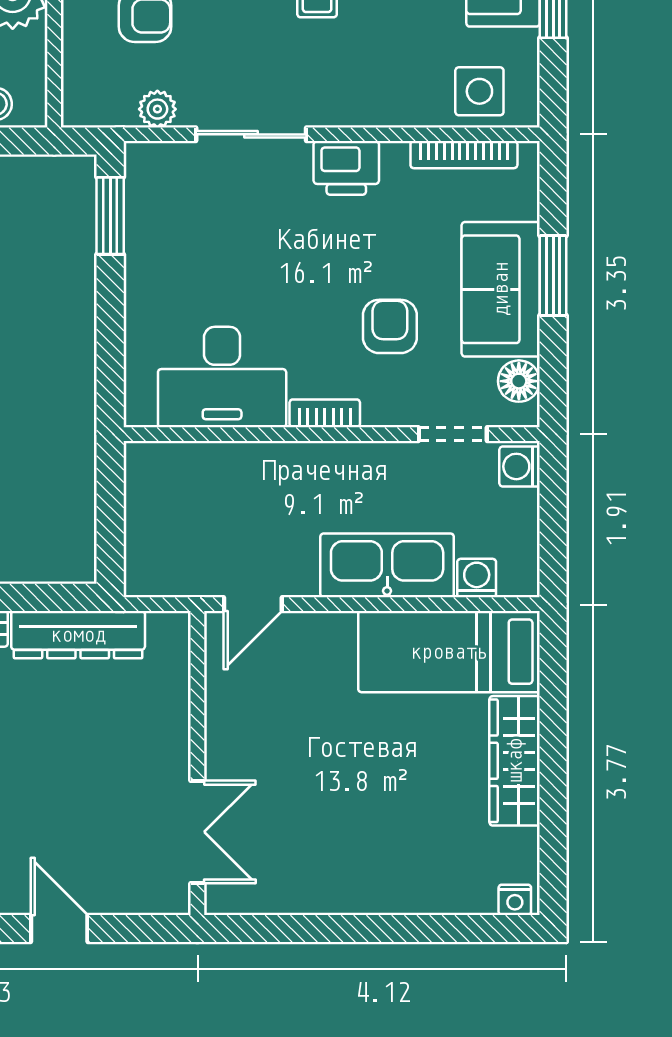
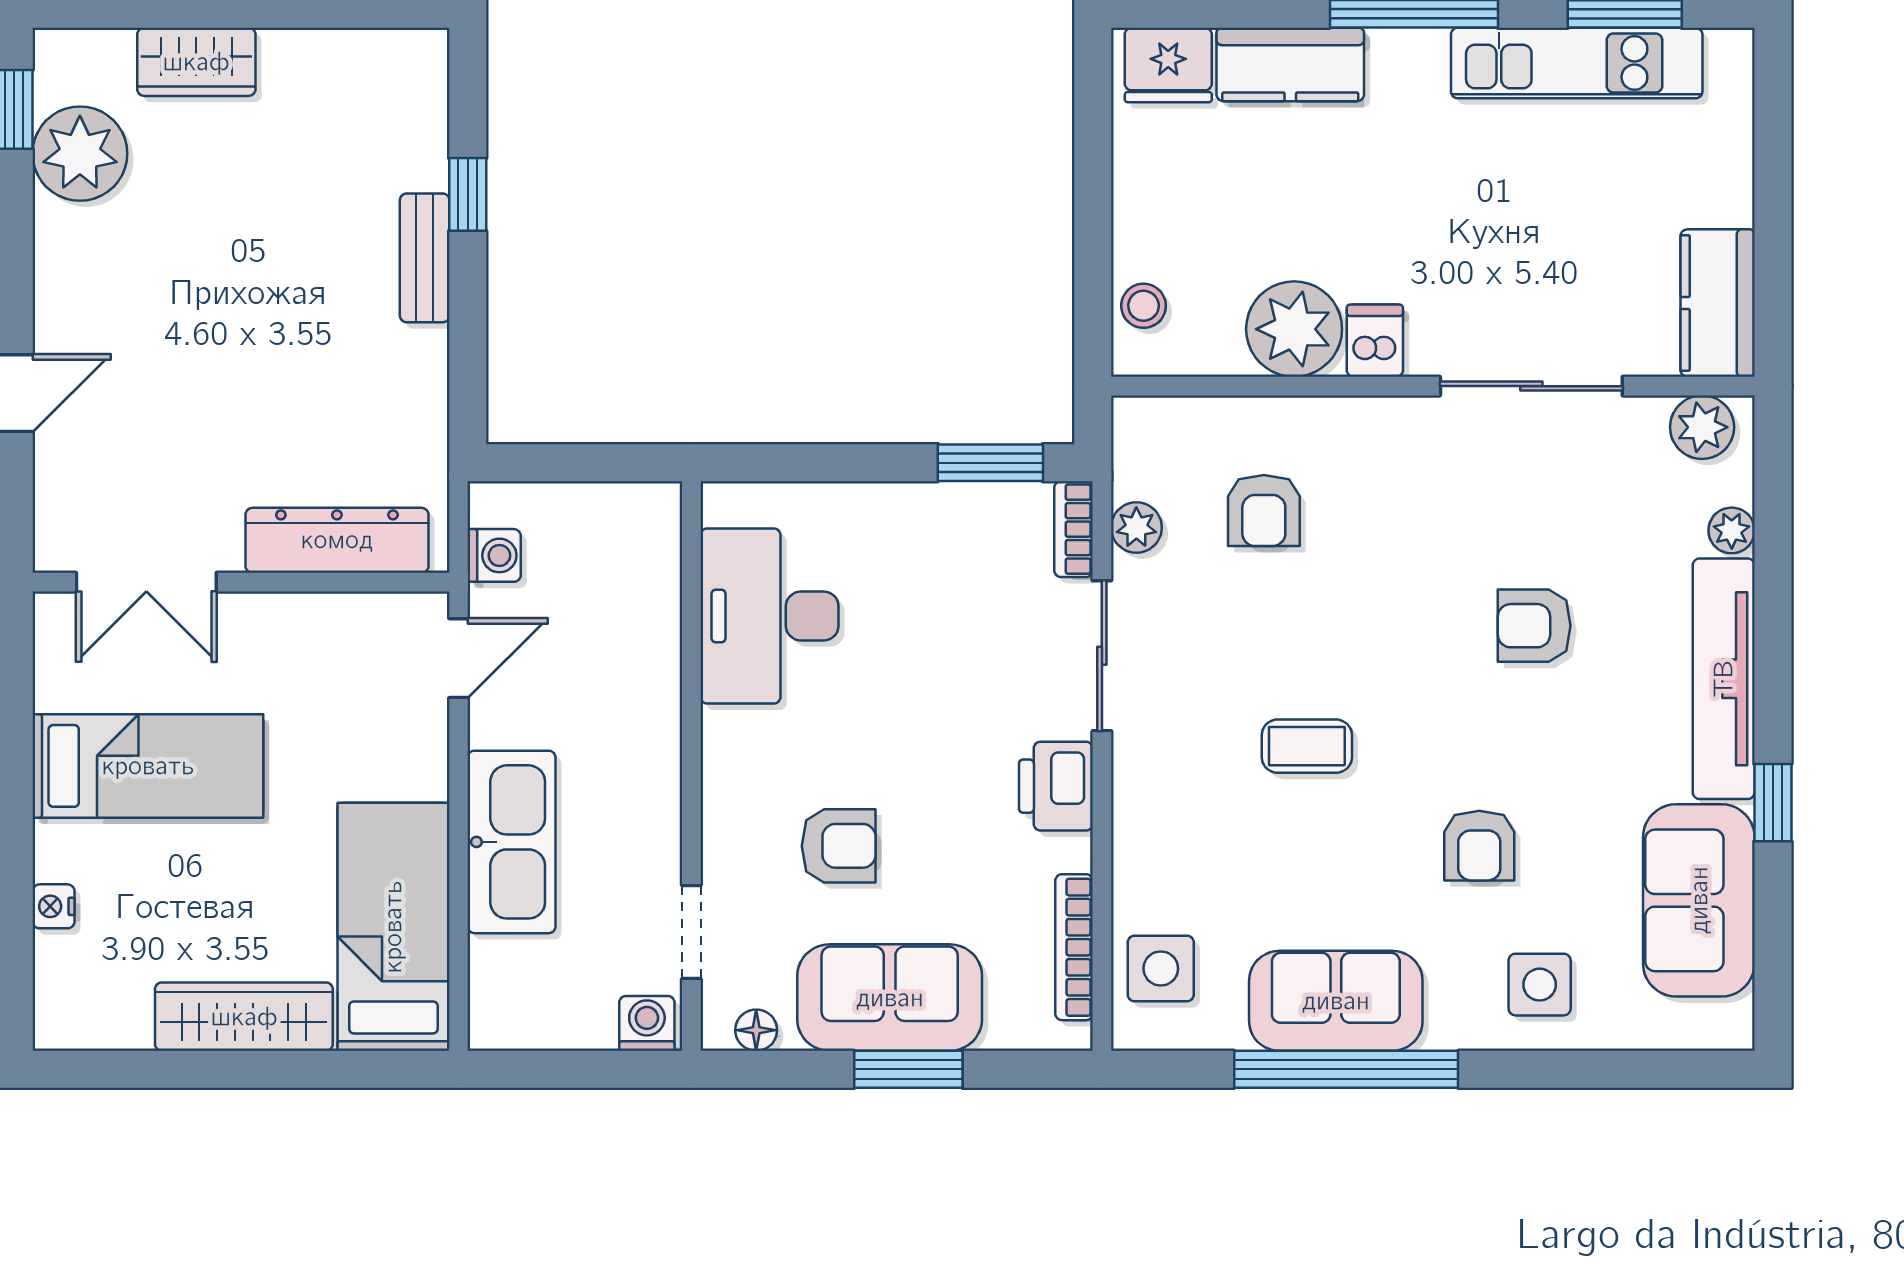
floor lamp: (519, 381) -> (756, 1030), width x0.73, depth x0.73
bookcase: (325, 413) -> (1073, 529), moved, turned 180
washing machine: (477, 578) -> (494, 555), moved
door: (253, 604) -> (458, 658), swing flipped
dresser: (78, 635) -> (337, 540), moved, turned 90
bed: (332, 831) -> (148, 766), added
nightstand: (515, 900) -> (53, 906), moved

